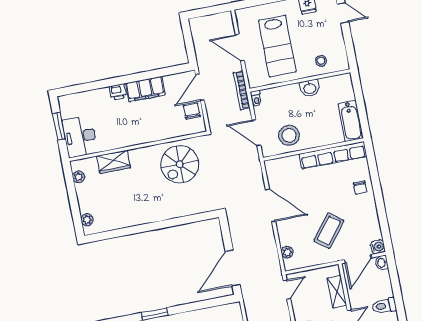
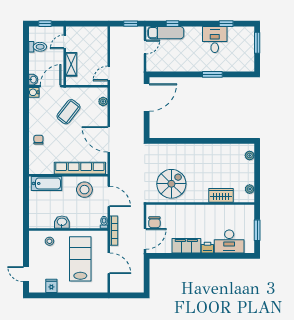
bathtub: (351, 121) -> (47, 183), moved, turned 90
desk: (80, 137) -> (229, 241), moved, turned 90
row of seats: (333, 155) -> (80, 168), moved

